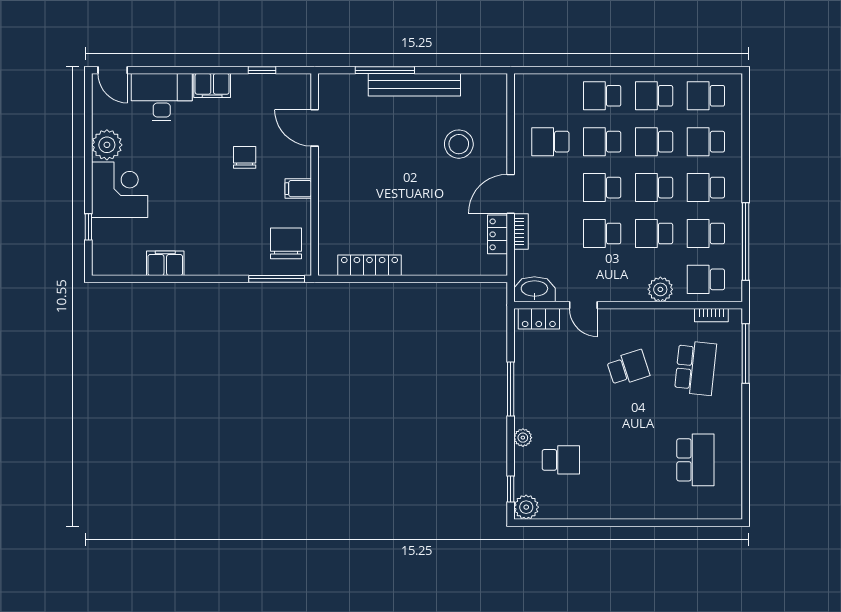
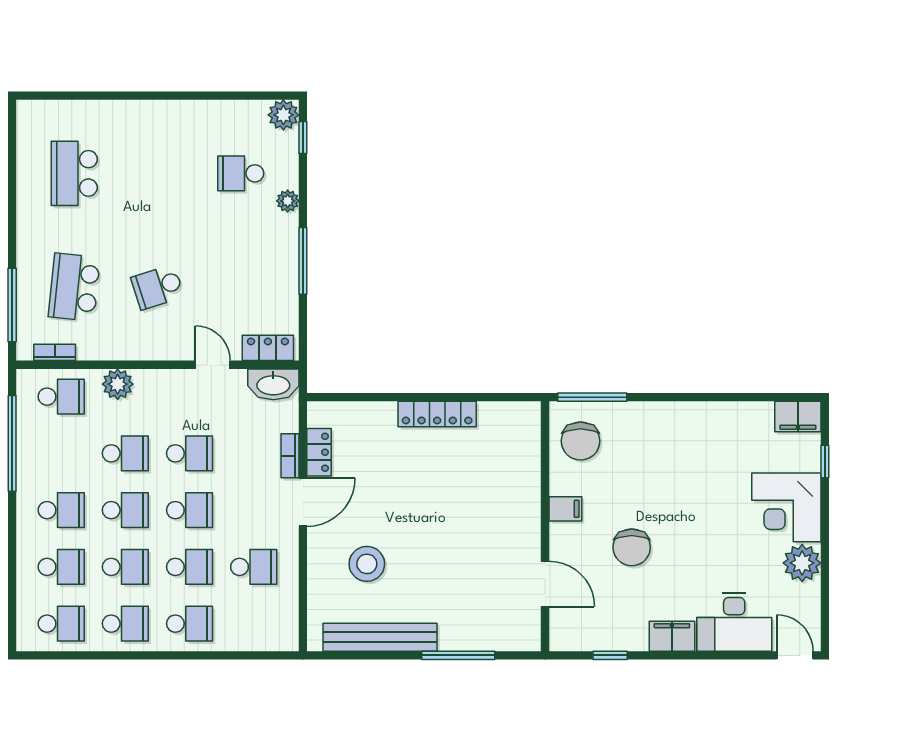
bench: (414, 85) -> (380, 637), moved
chair: (245, 157) -> (632, 547), width x1.37, depth x1.37
school desk: (706, 233) -> (61, 453), removed
filing cabinet: (165, 263) -> (798, 416), moved
locker: (369, 265) -> (437, 414), moved

